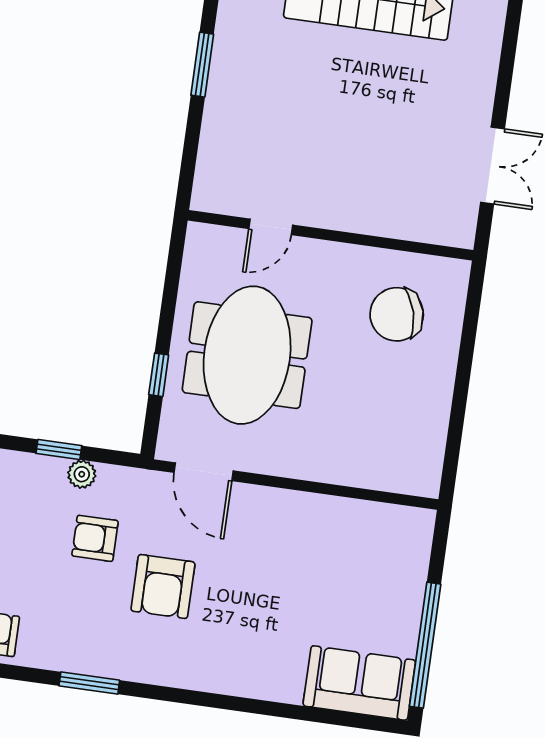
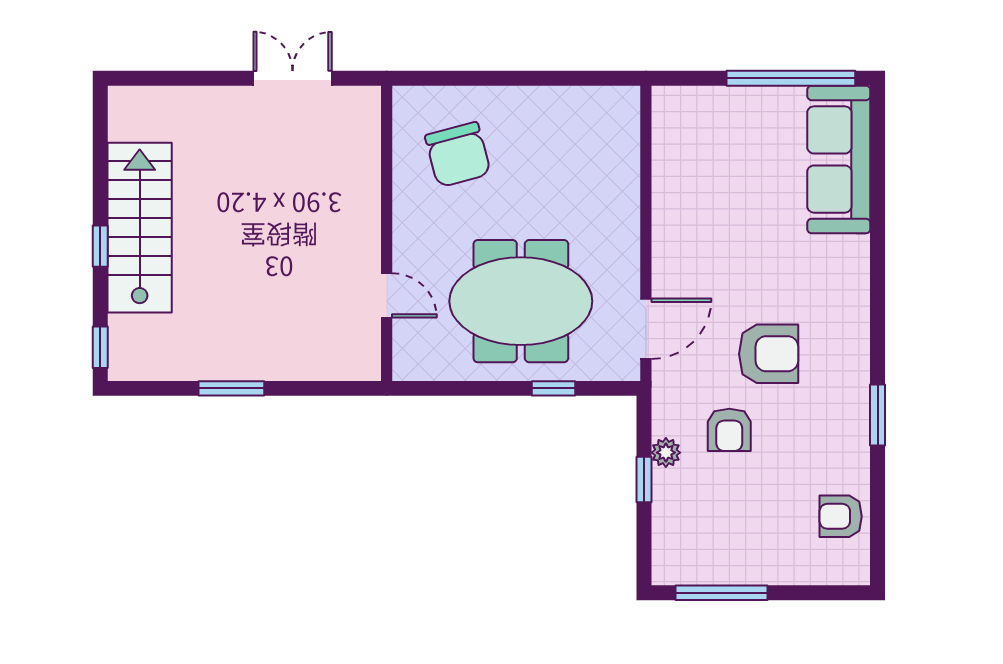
sofa: (359, 683) -> (839, 159), width x1.36

